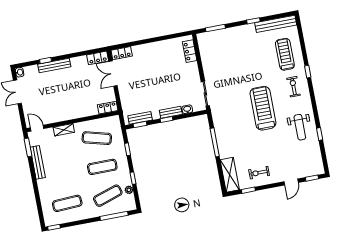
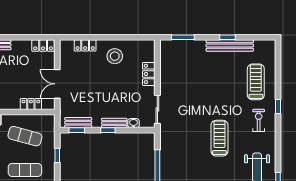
bench: (276, 24) -> (230, 46), moved
locker: (190, 51) -> (149, 74), moved
locker: (122, 53) -> (85, 45), moved
stool: (160, 55) -> (115, 56), added
double door: (113, 74) -> (57, 84), moved
locker: (108, 108) -> (31, 104), moved
treadmill: (263, 108) -> (219, 138), width x0.73, depth x0.73

